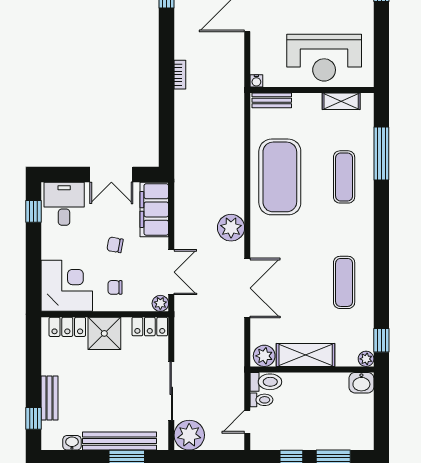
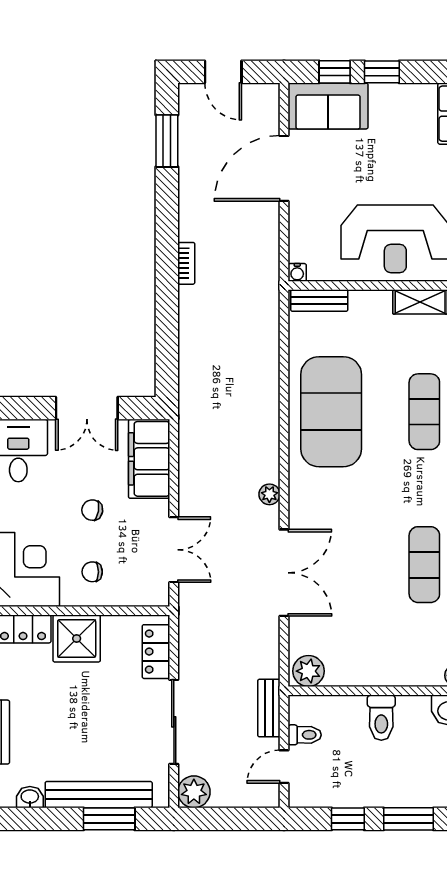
plant: (231, 228) -> (269, 494), width x0.53, depth x0.53
plant: (160, 303) -> (158, 595), removed
locker: (150, 327) -> (156, 652), moved, turned 90
shelving: (306, 355) -> (368, 670), removed
bench: (237, 381) -> (269, 708), added
toilet: (266, 382) -> (381, 718), moved, turned 90
plant: (189, 435) -> (194, 792), width x0.73, depth x0.73

